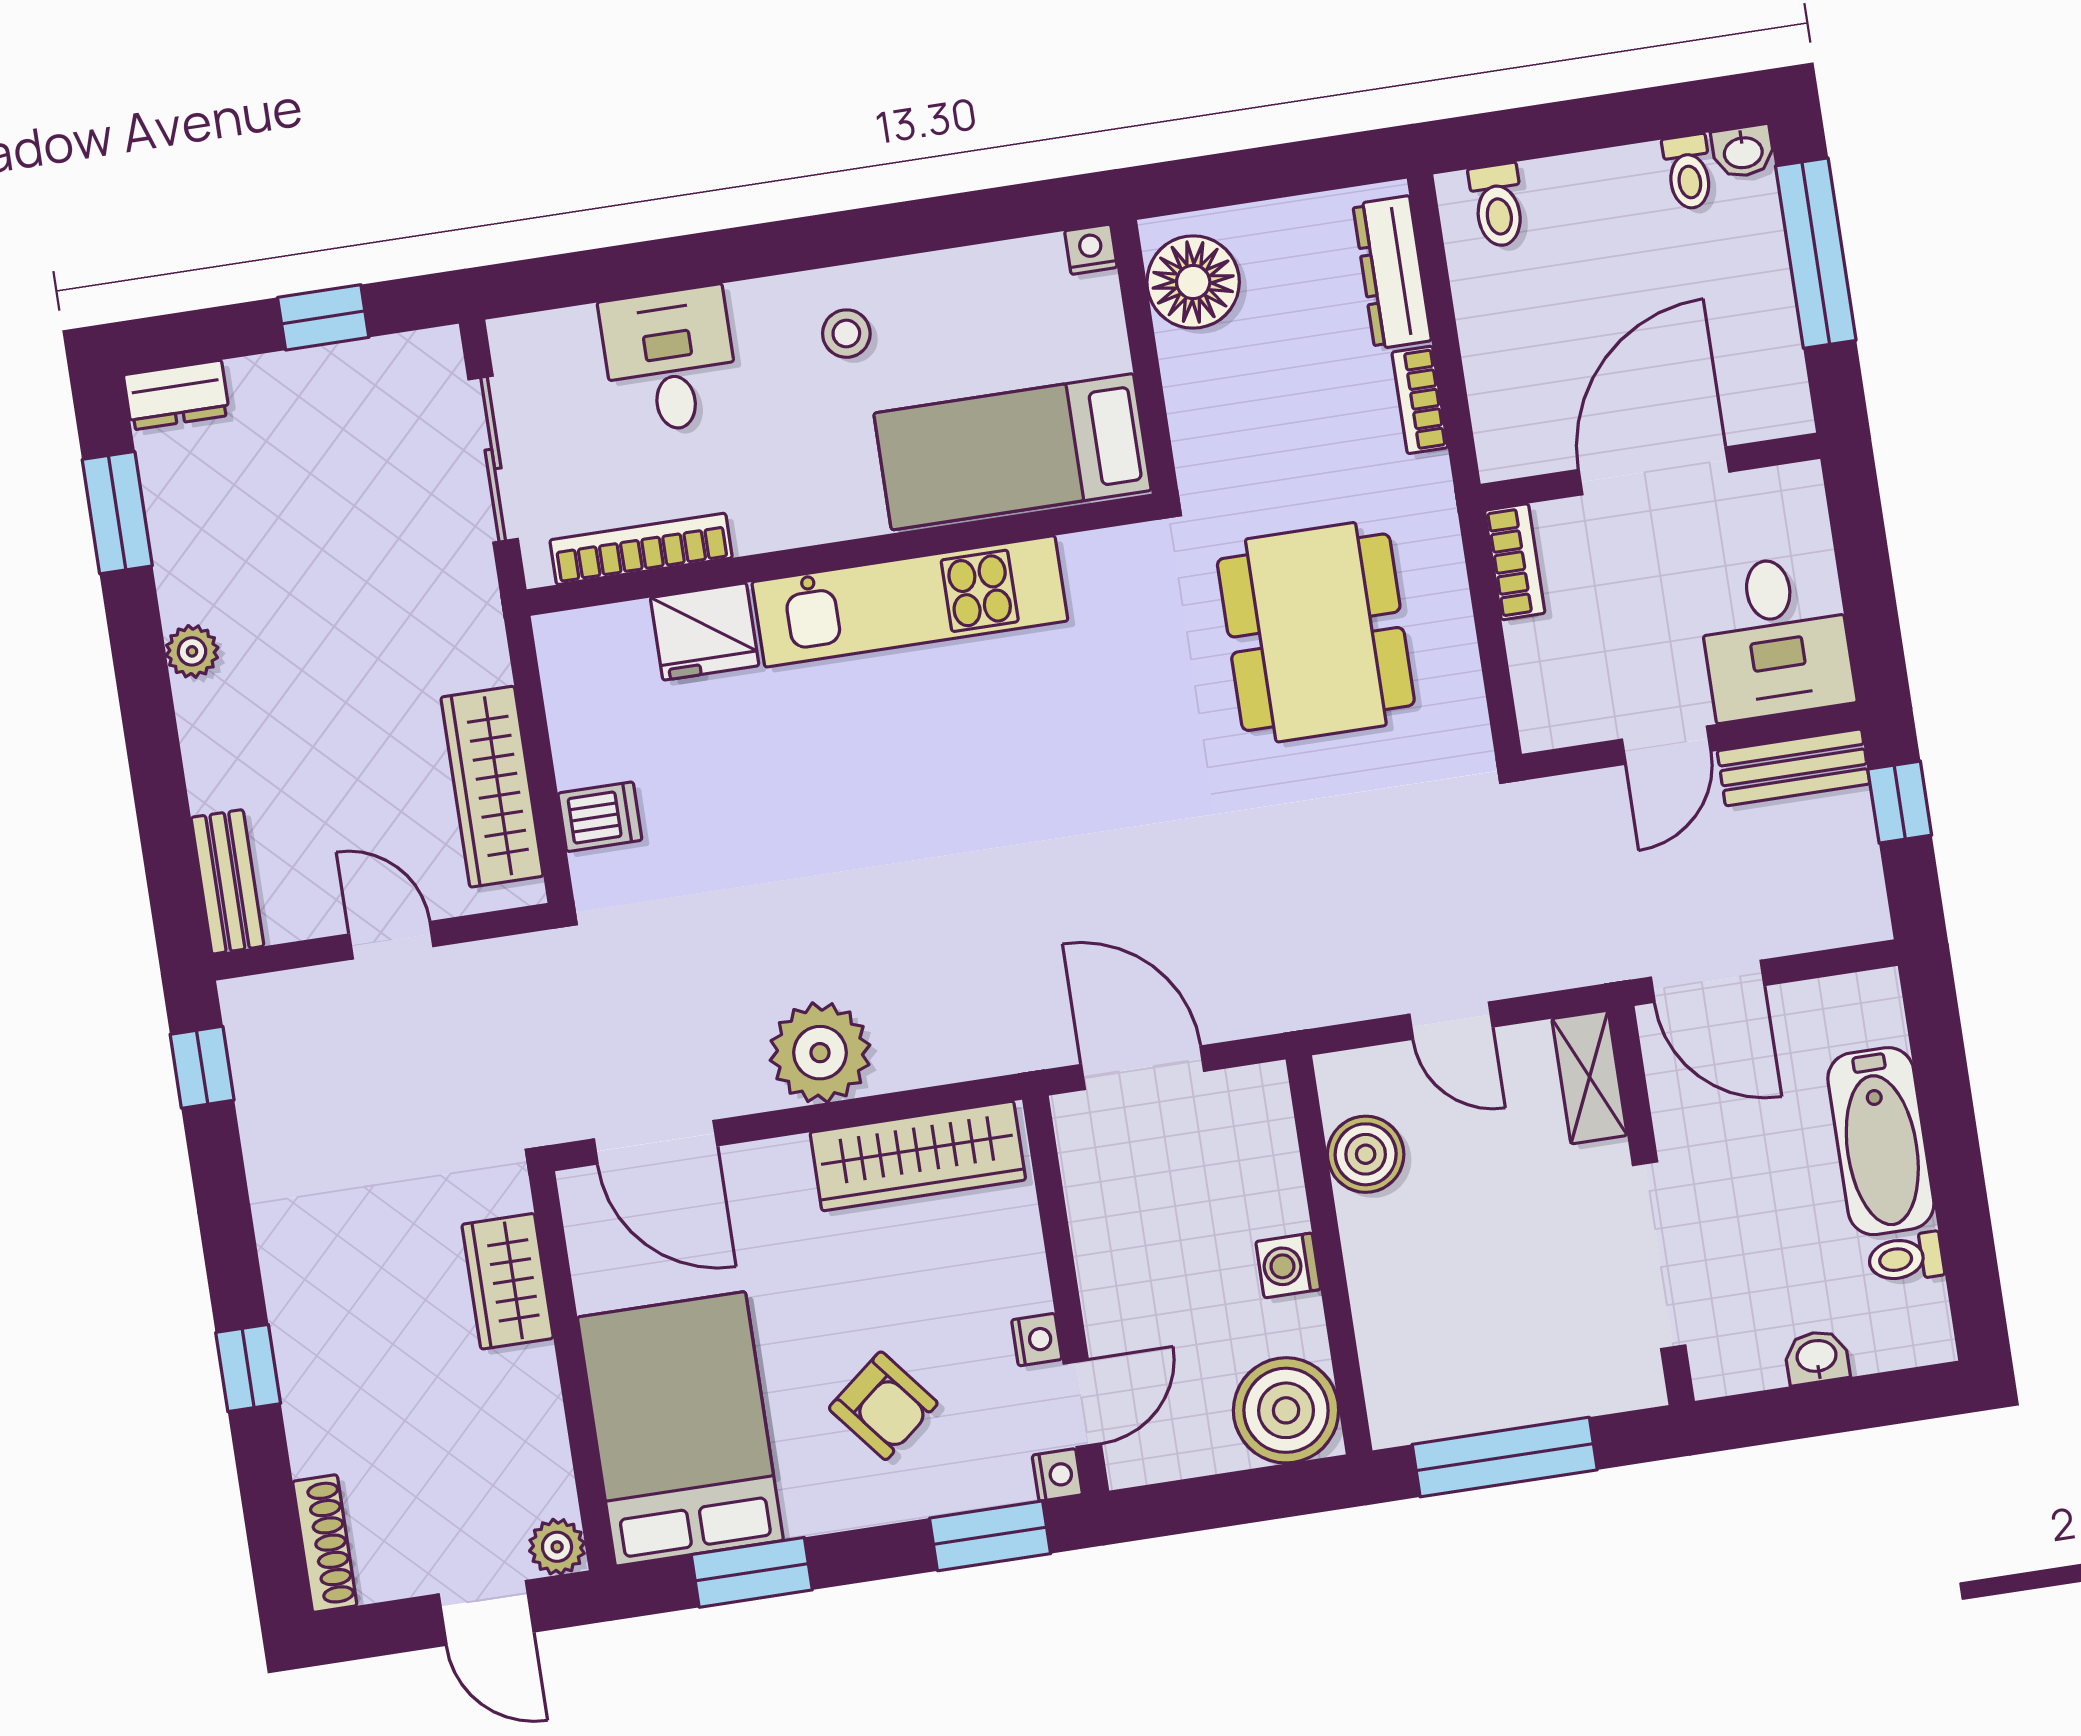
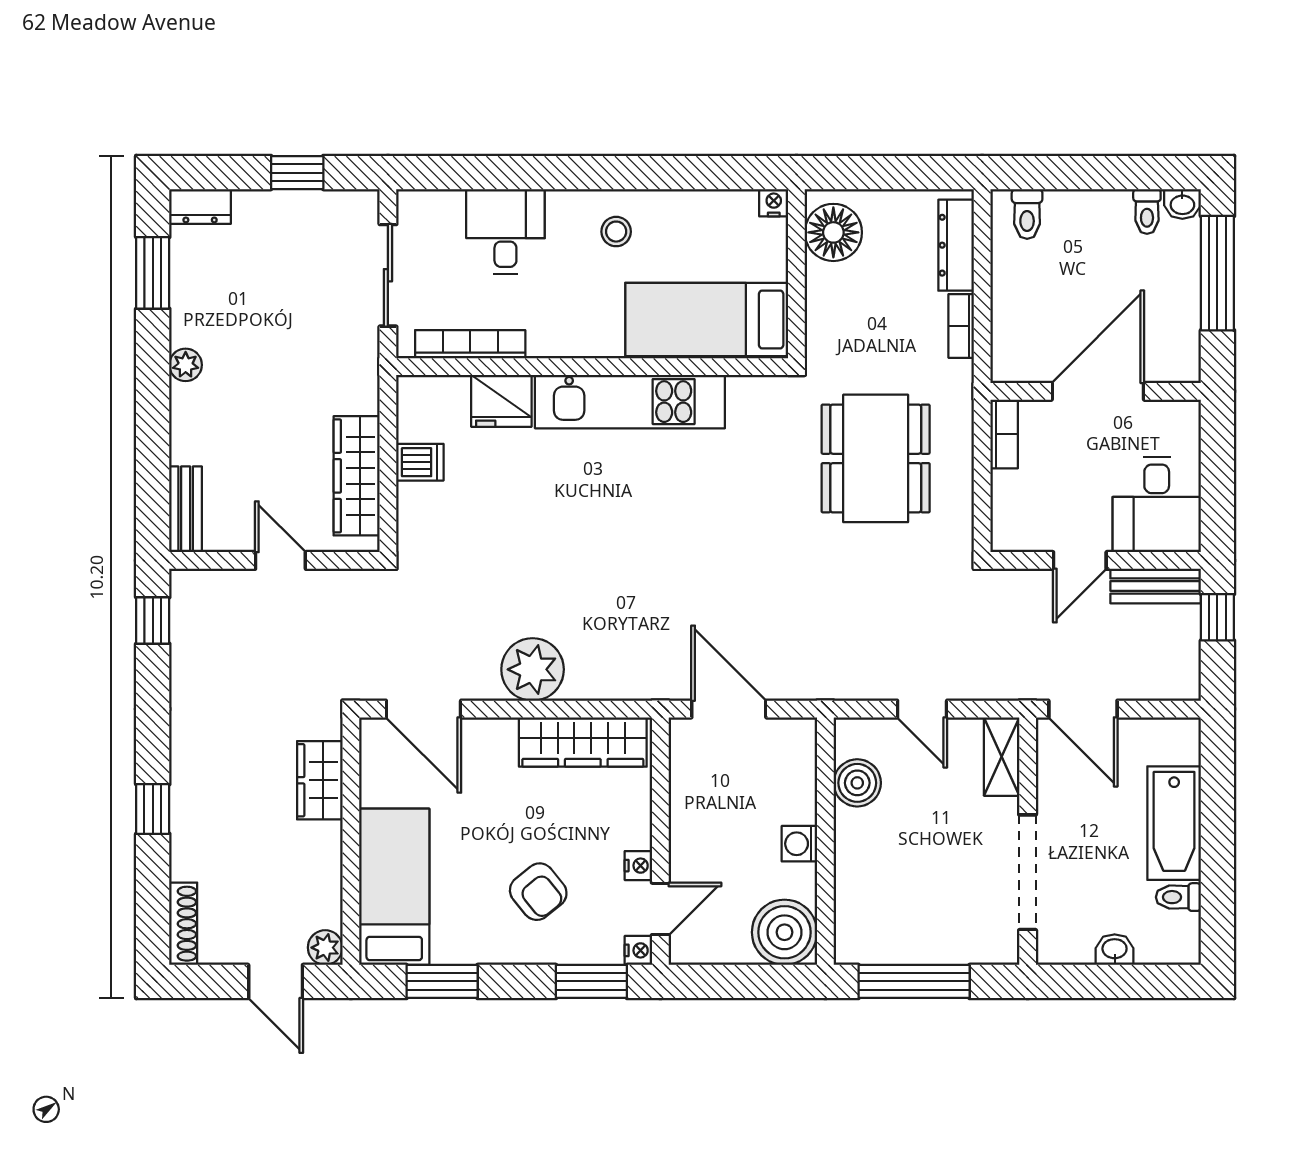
dishwasher: (600, 817) -> (420, 462), moved
bed: (680, 1429) -> (394, 887), width x0.67

